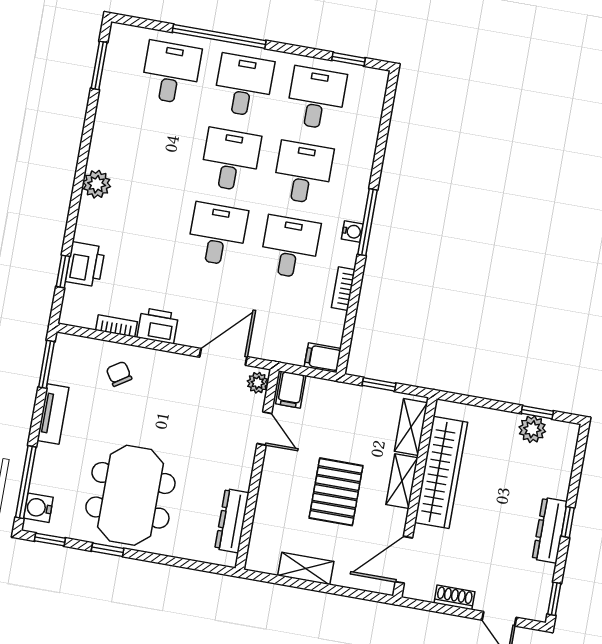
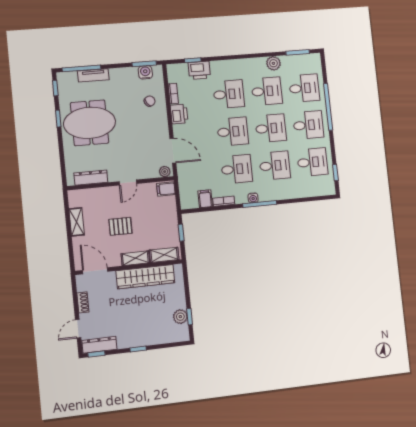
desk: (158, 147) -> (267, 91), added
plant: (97, 184) -> (273, 63), moved
desk: (145, 221) -> (229, 94), added
filing cabinet: (323, 358) -> (205, 199), moved
tv unit: (53, 414) -> (93, 75), moved
door: (264, 428) -> (128, 183), moved
pallet: (336, 492) -> (120, 226), width x0.67, depth x0.71
water cooler: (38, 508) -> (145, 72), moved
dresser: (550, 530) -> (99, 345), moved

